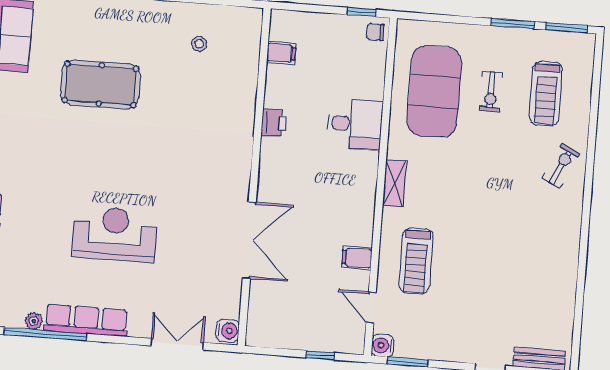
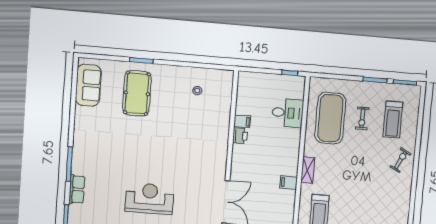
chair: (375, 32) -> (298, 84), removed
filing cabinet: (281, 53) -> (242, 121), moved
pool table: (100, 84) -> (137, 93), moved, turned 90
desk: (355, 124) -> (288, 113), moved
filing cabinet: (357, 258) -> (289, 182), moved

